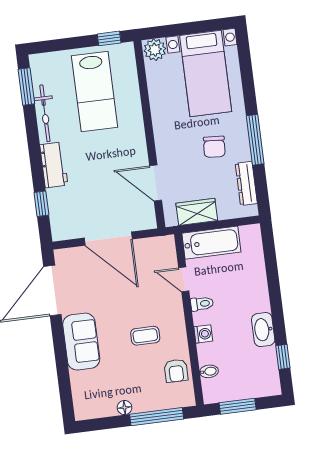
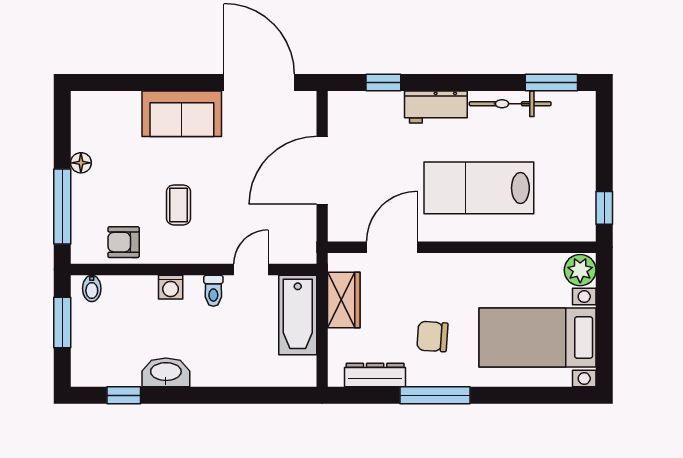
lab bench: (95, 91) -> (479, 188), moved
bidet: (209, 371) -> (92, 288), moved

